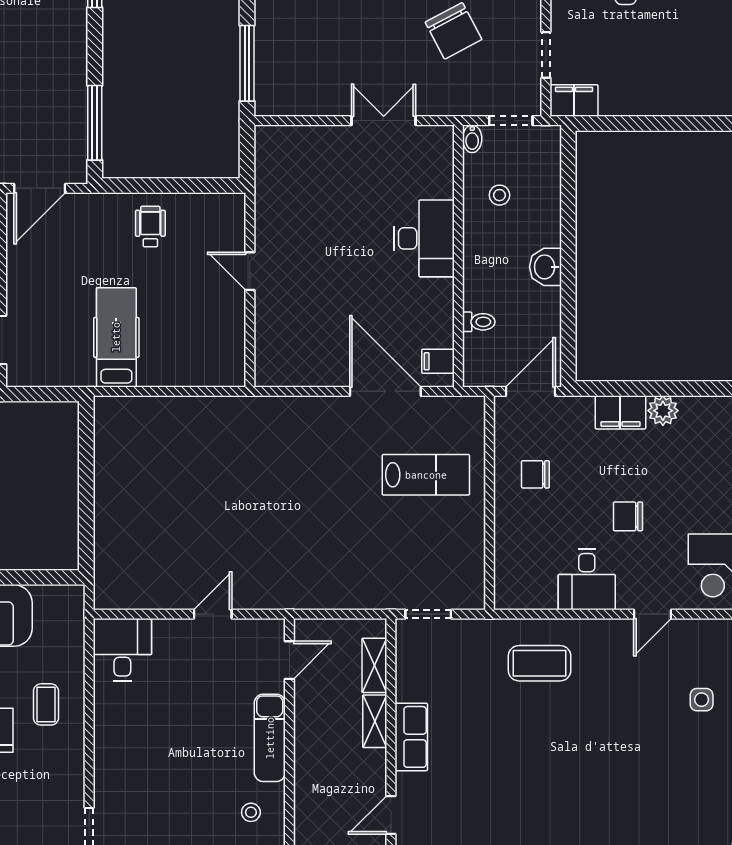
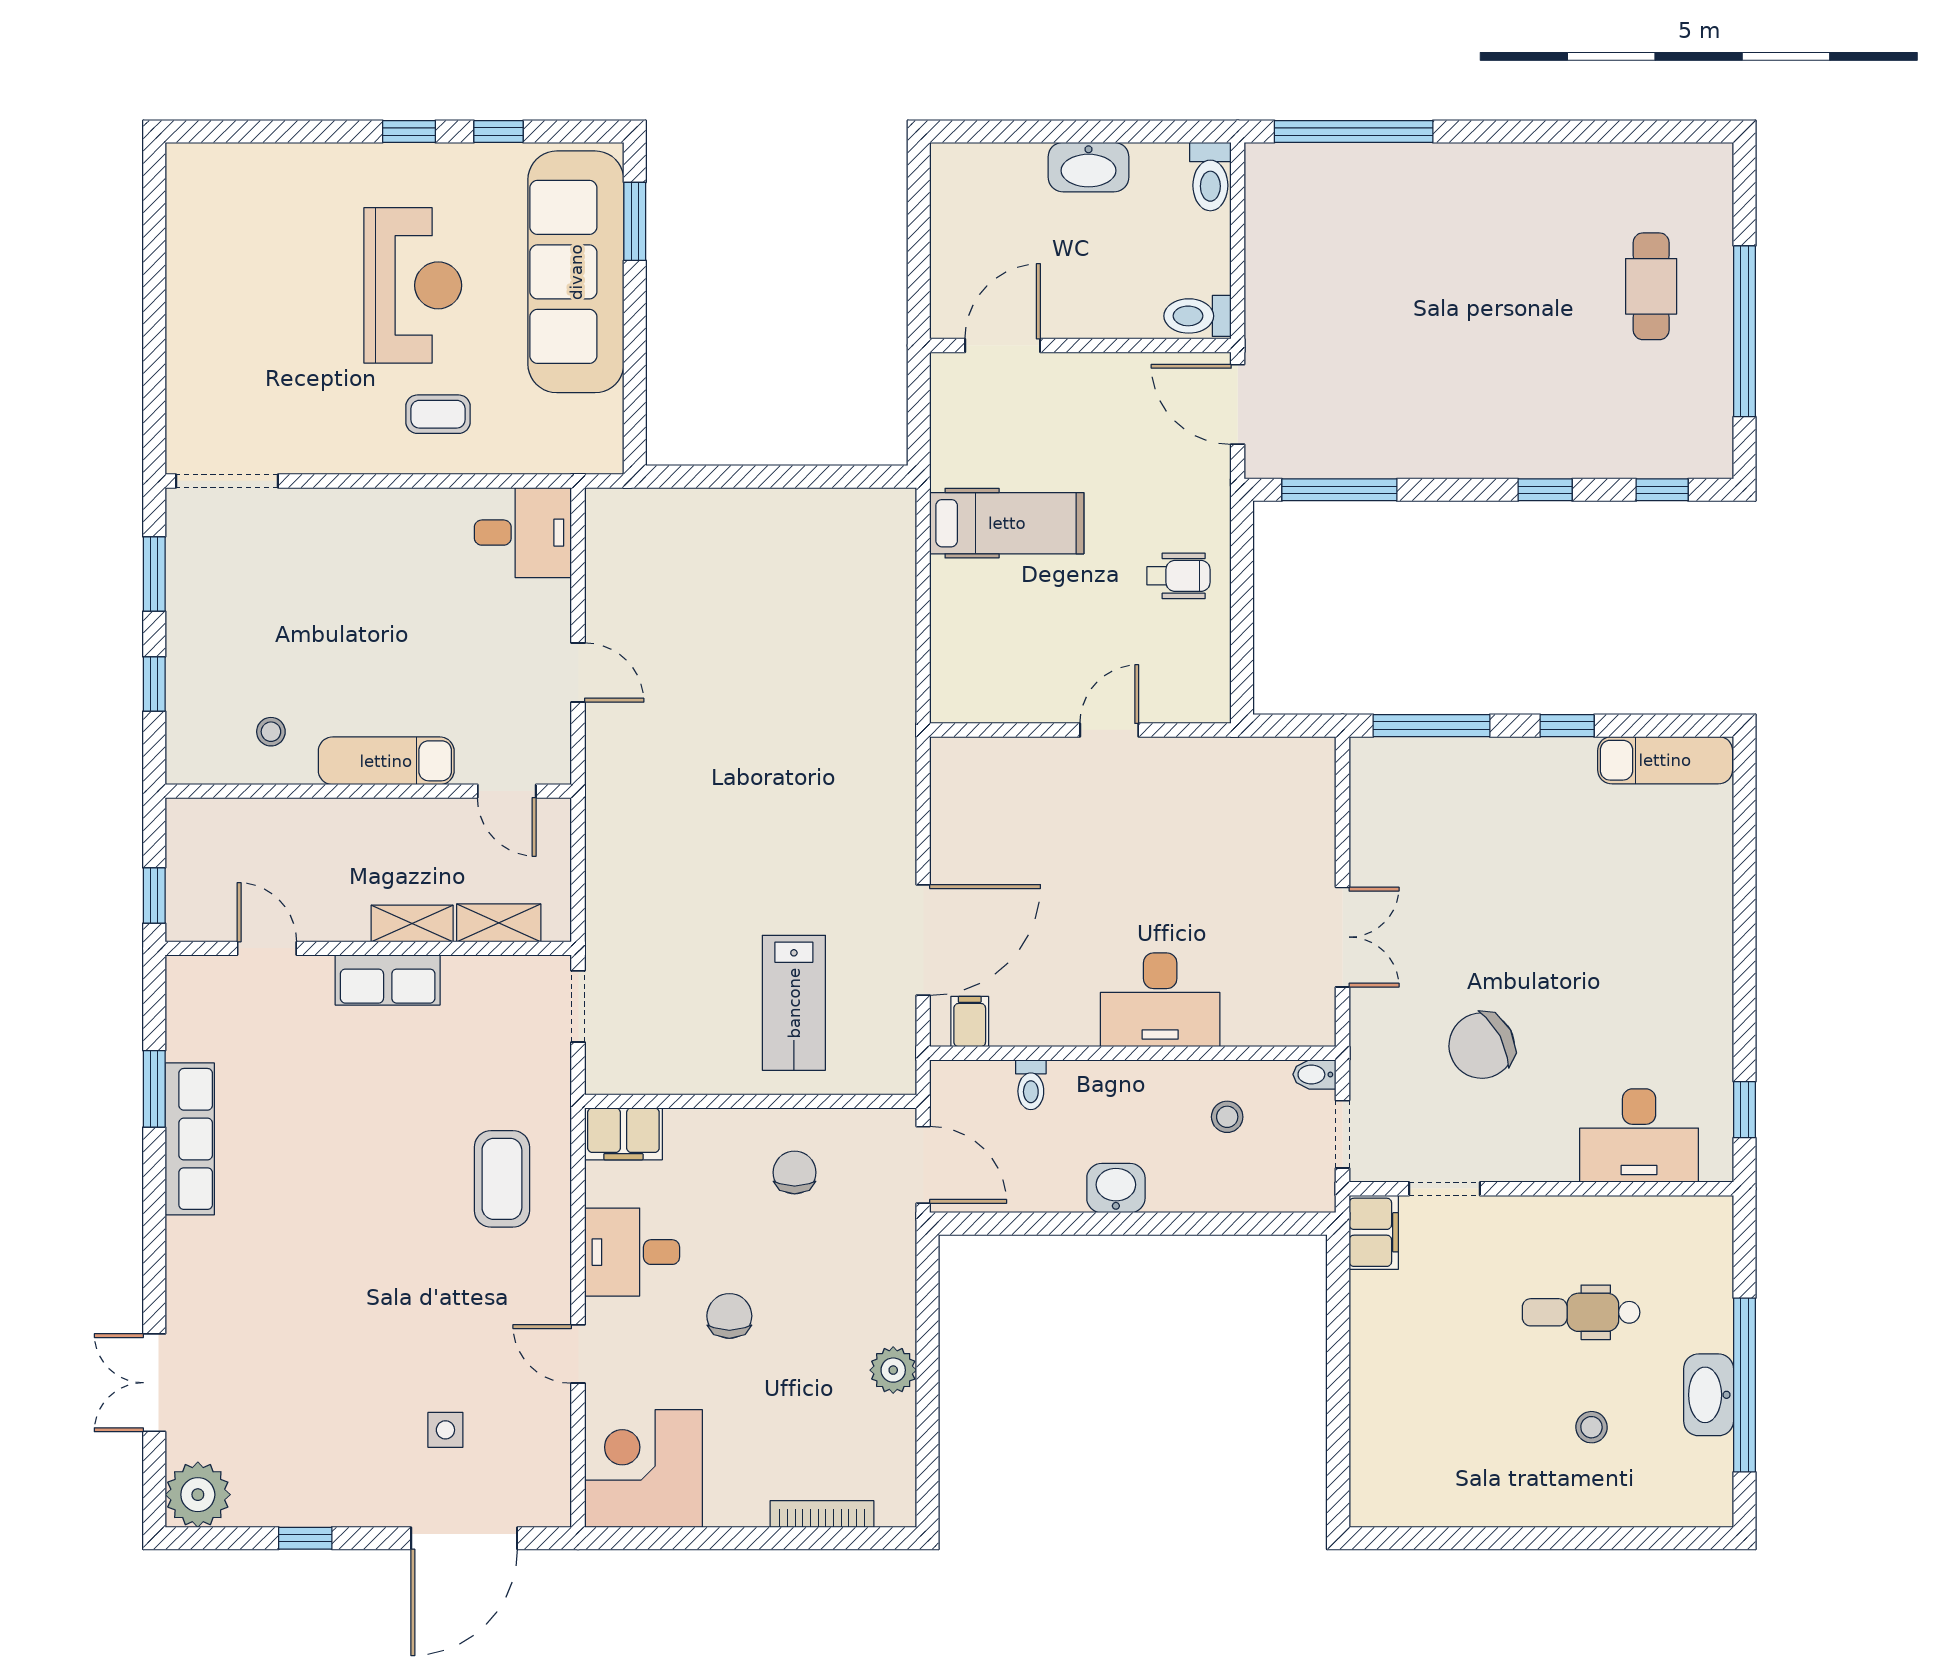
filing cabinet: (620, 412) -> (623, 1134), moved, turned -90

